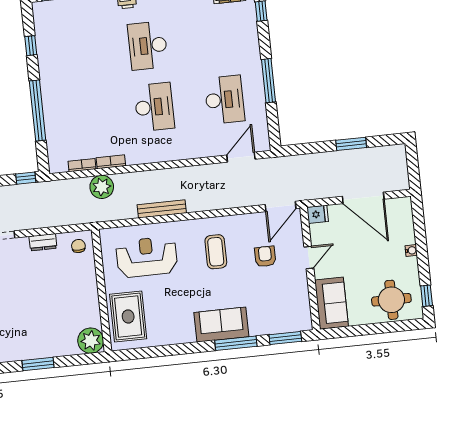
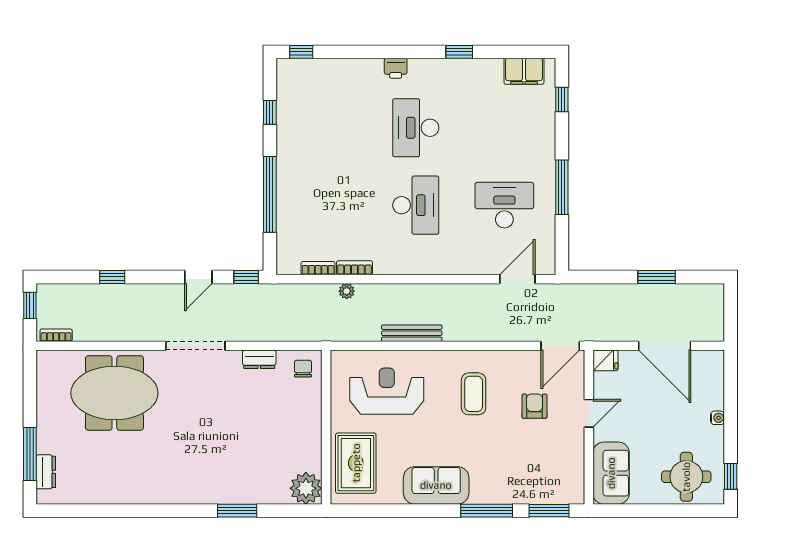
desk: (224, 100) -> (504, 205), turned -90
plant: (102, 187) -> (347, 291), width x0.53, depth x0.53
sofa: (221, 325) -> (436, 485), moved

